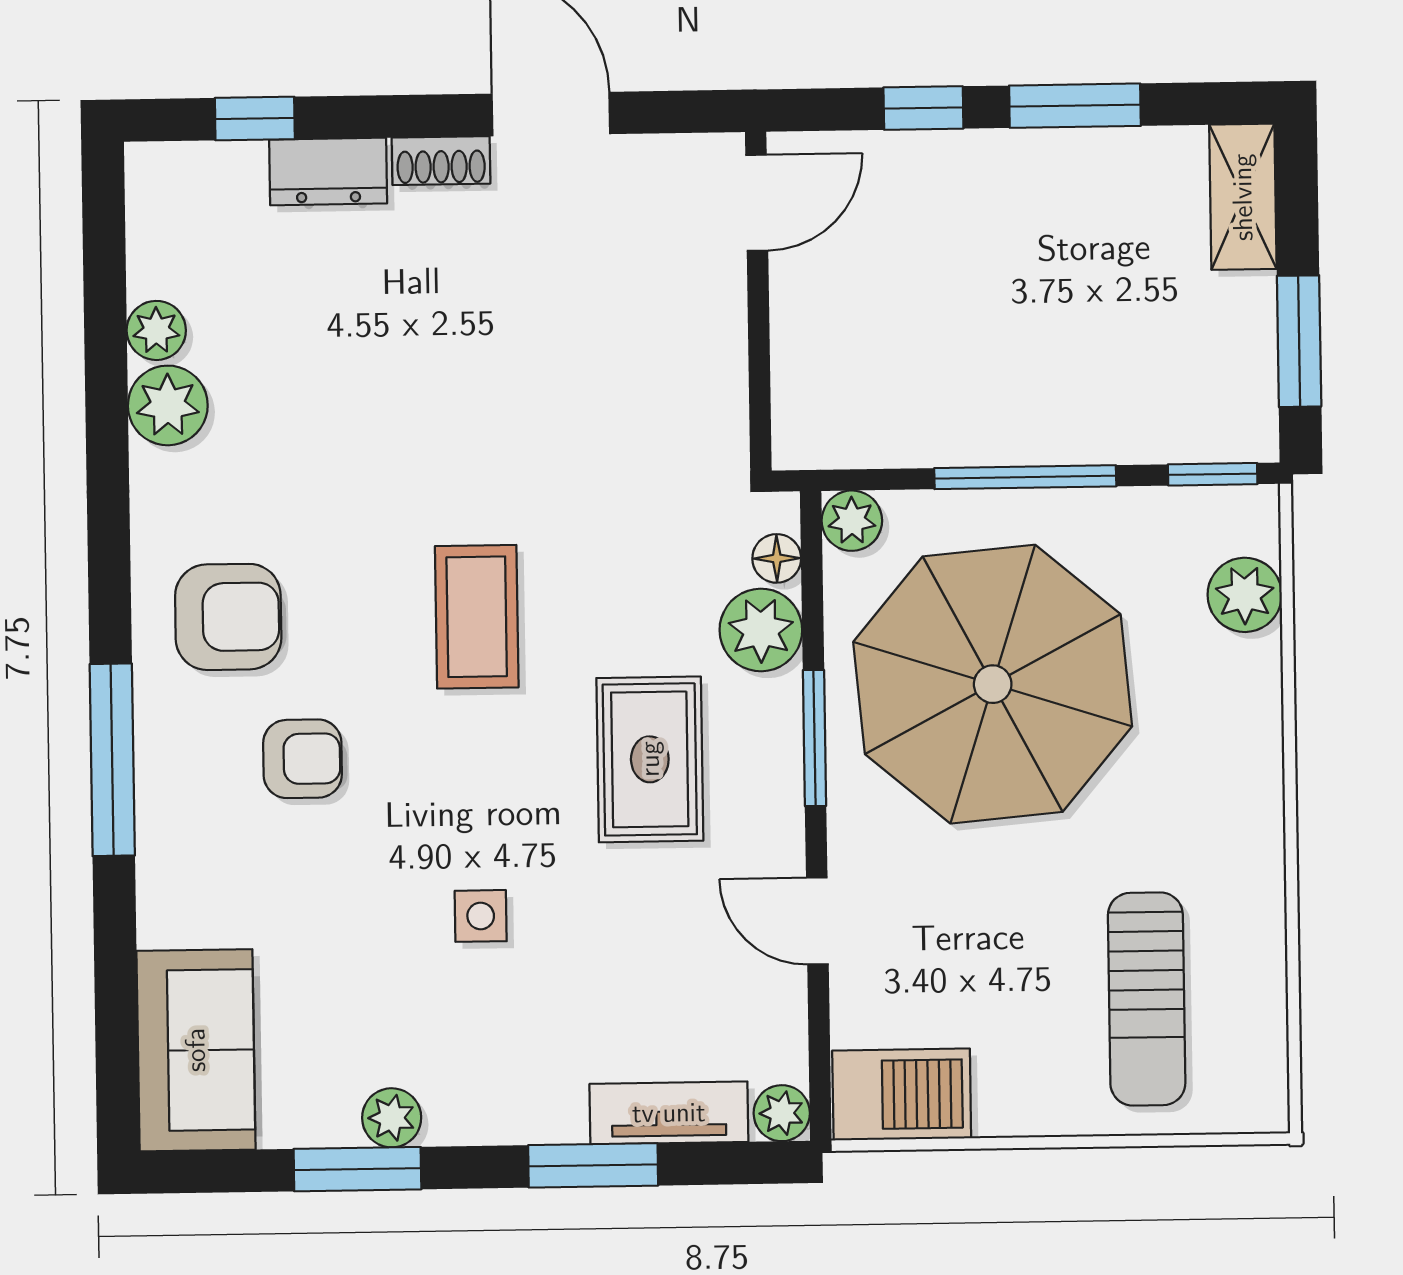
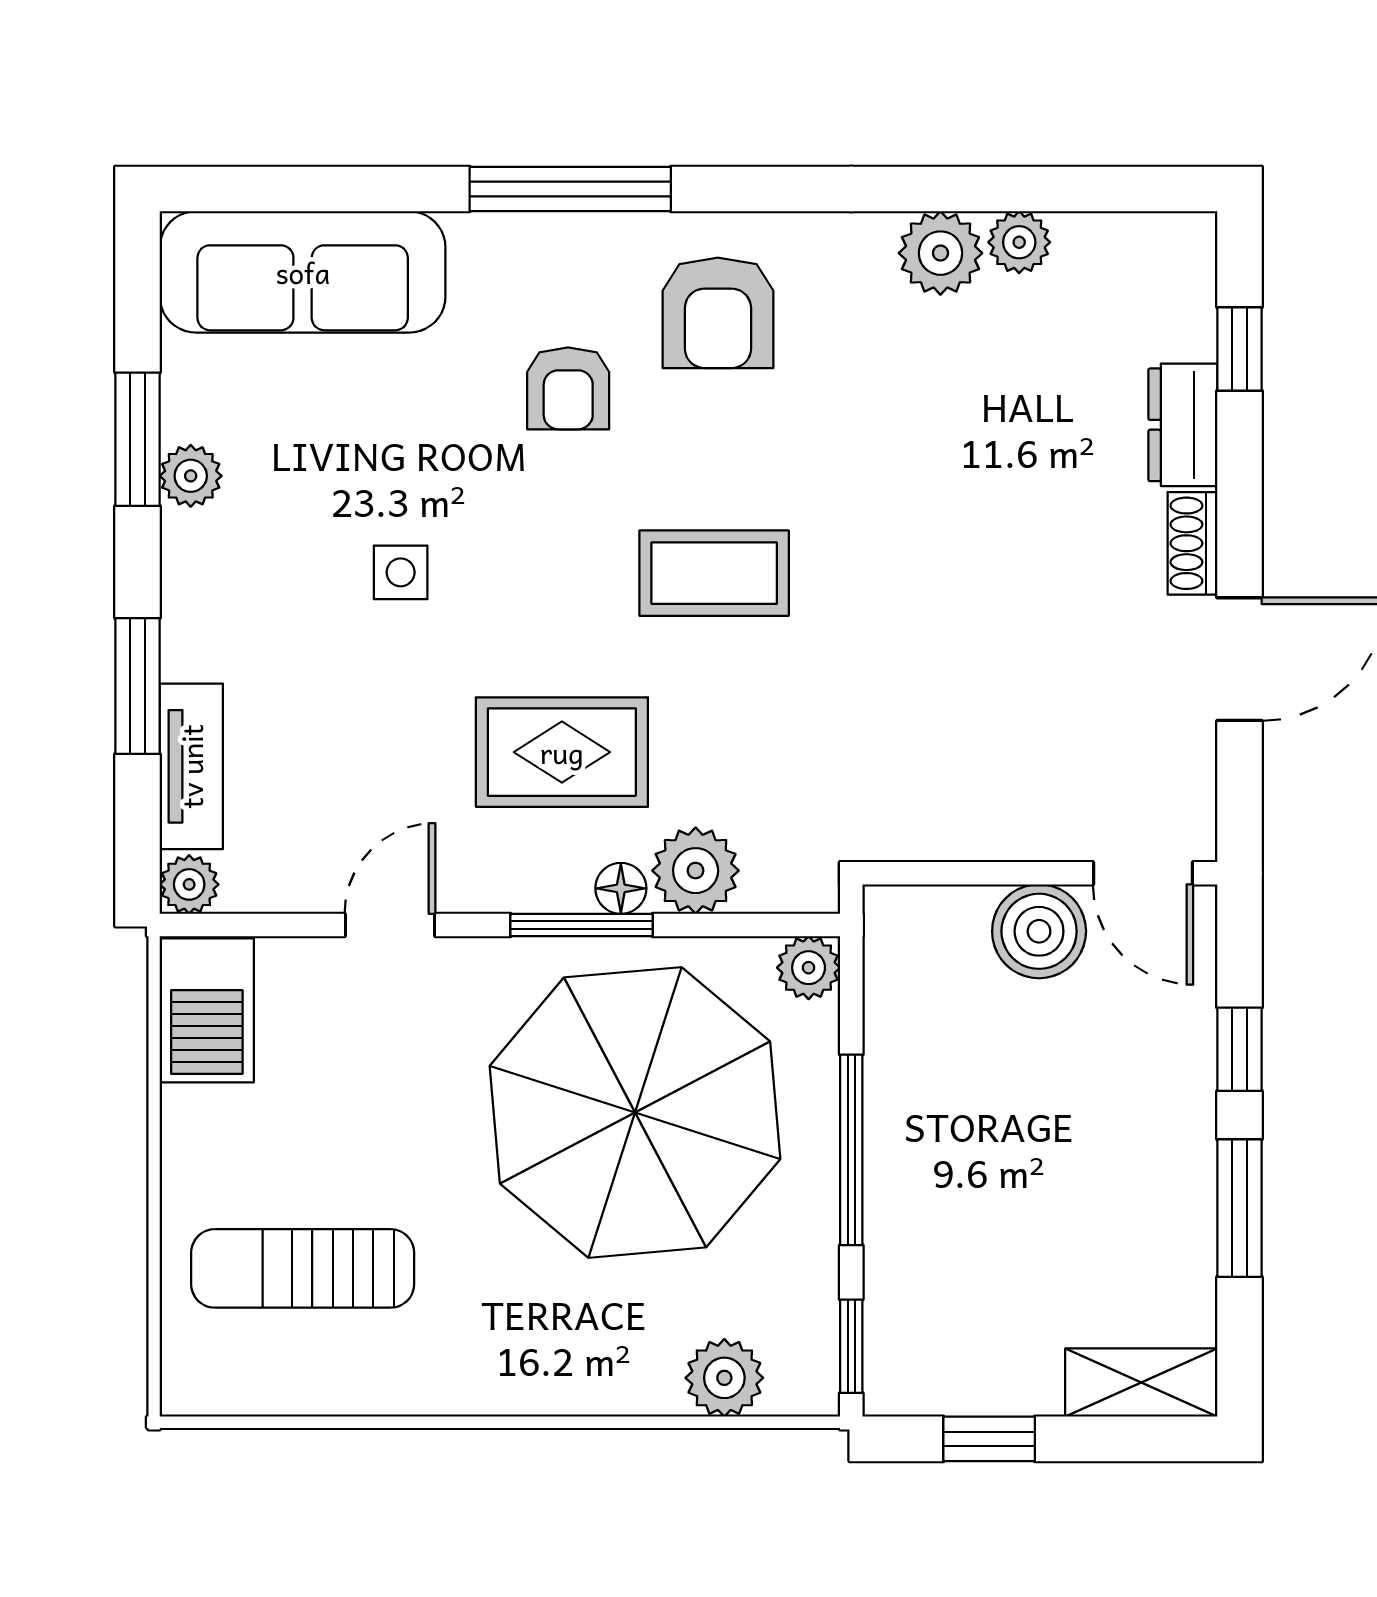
boiler: (814, 301) -> (1039, 931), added
window: (1299, 341) -> (989, 1439), width x0.67
floor lamp: (777, 558) -> (621, 888), moved
sofa: (196, 1050) -> (303, 272), width x1.36

